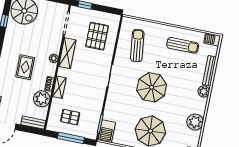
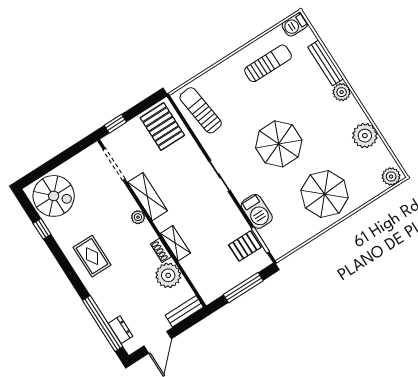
pallet: (97, 36) -> (162, 126), moved
sun lounger: (137, 46) -> (201, 110), moved
rug: (25, 67) -> (92, 256), moved
pallet: (70, 117) -> (245, 246), moved
barbecue: (107, 131) -> (257, 211), moved

